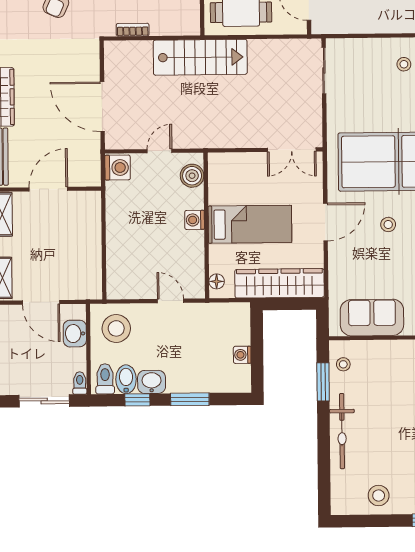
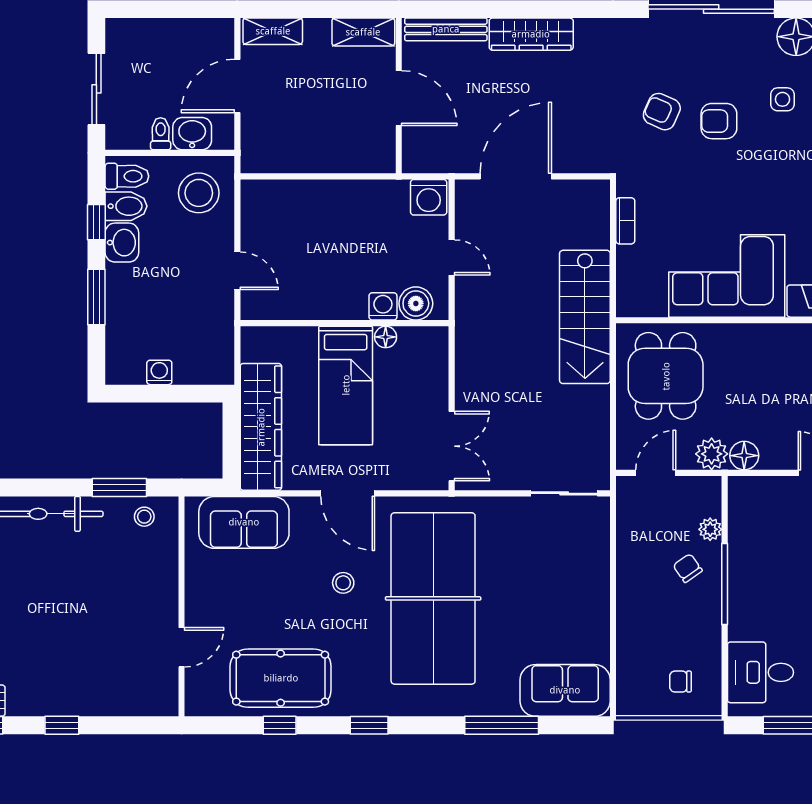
stool: (404, 64) -> (572, 608), removed
double door: (292, 150) -> (452, 446), swing flipped
washing machine: (195, 220) -> (383, 306), moved
floor lamp: (217, 281) -> (386, 337), moved
door: (171, 301) -> (237, 271), hinge flipped
sofa: (372, 318) -> (244, 522), moved, turned 90
toilet: (80, 383) -> (161, 134), moved, turned -90

